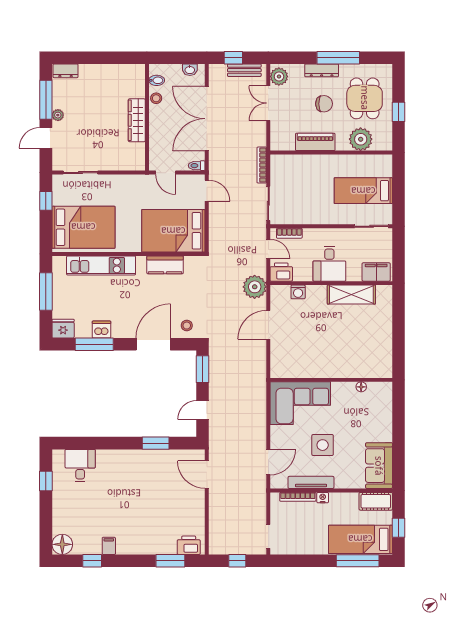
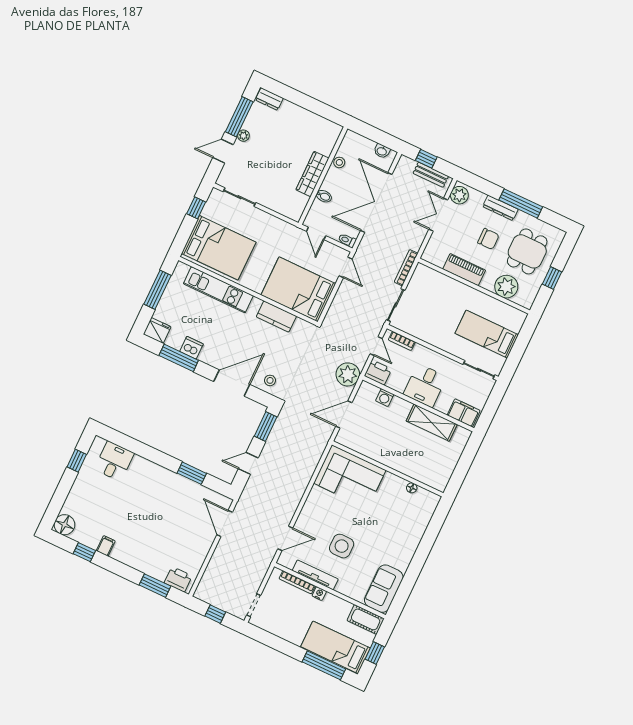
bidet: (157, 80) -> (324, 196), moved
wall: (331, 380) -> (388, 469), moved
floor lamp: (361, 387) -> (412, 488), moved
corner sofa: (300, 403) -> (350, 477), moved

